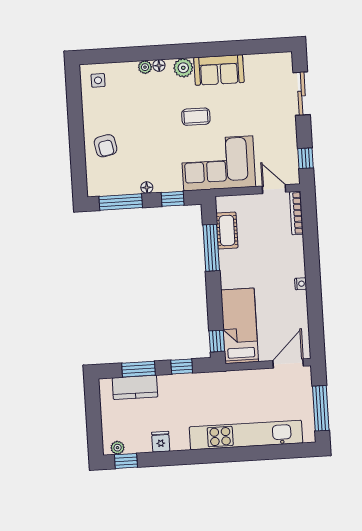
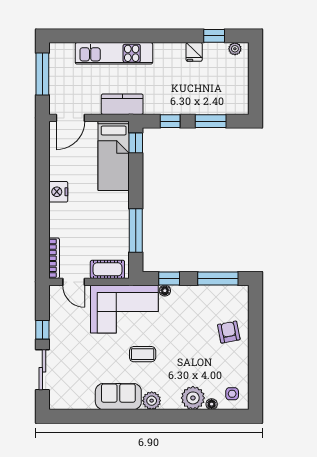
floor lamp: (159, 66) -> (212, 404), moved
plant: (145, 67) -> (193, 398), width x1.88, depth x1.88
window: (306, 158) -> (42, 330), moved
floor lamp: (147, 187) -> (165, 291), moved
cot: (227, 231) -> (107, 269), moved, turned 90
nightstand: (301, 284) -> (58, 192), width x1.89, depth x1.79
kitchen counter: (135, 387) -> (122, 104), moved
kitchen unit: (246, 435) -> (114, 53), width x0.73
window: (126, 461) -> (214, 36), moved

